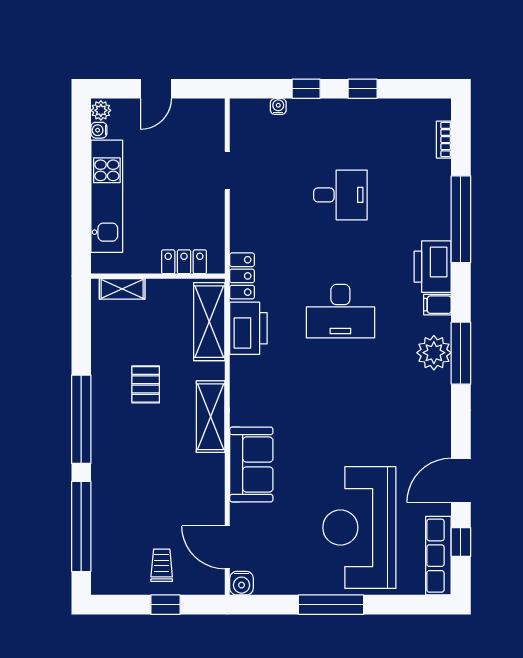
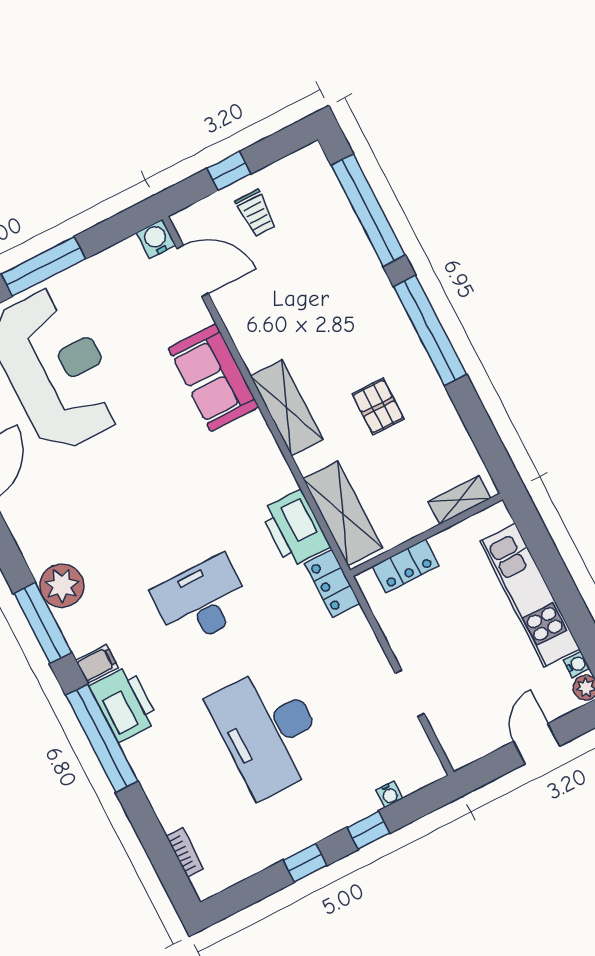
desk: (340, 195) -> (269, 731), width x1.87, depth x1.30
window: (461, 219) -> (102, 738), moved
plant: (434, 353) -> (62, 586), moved

